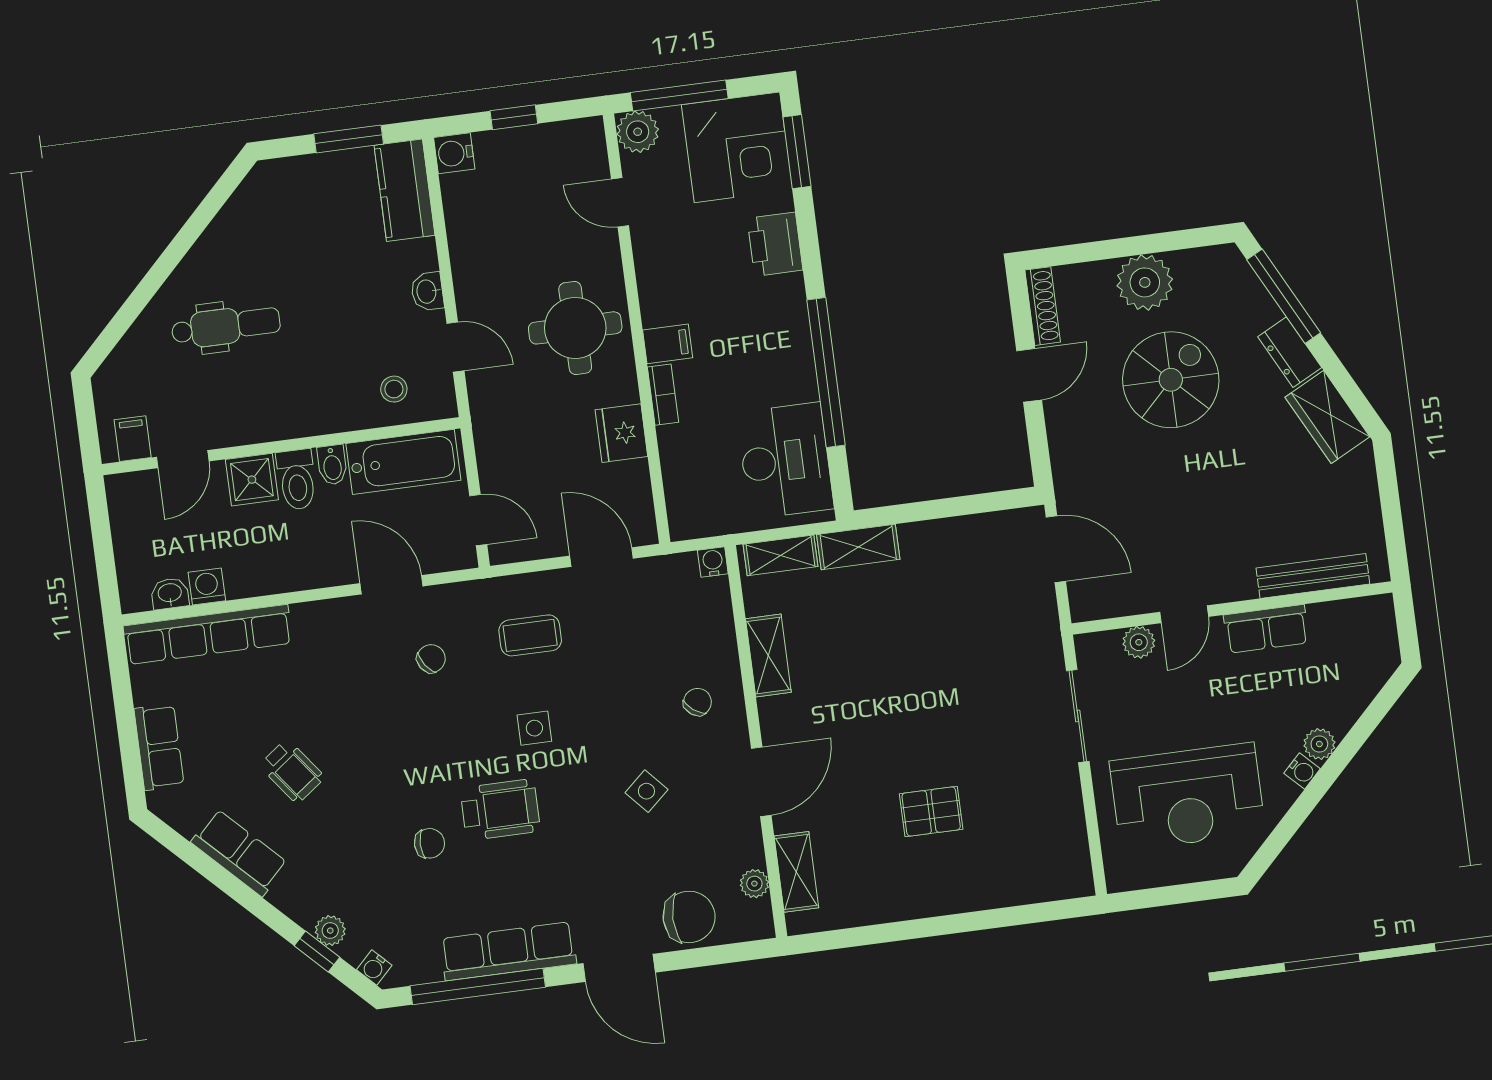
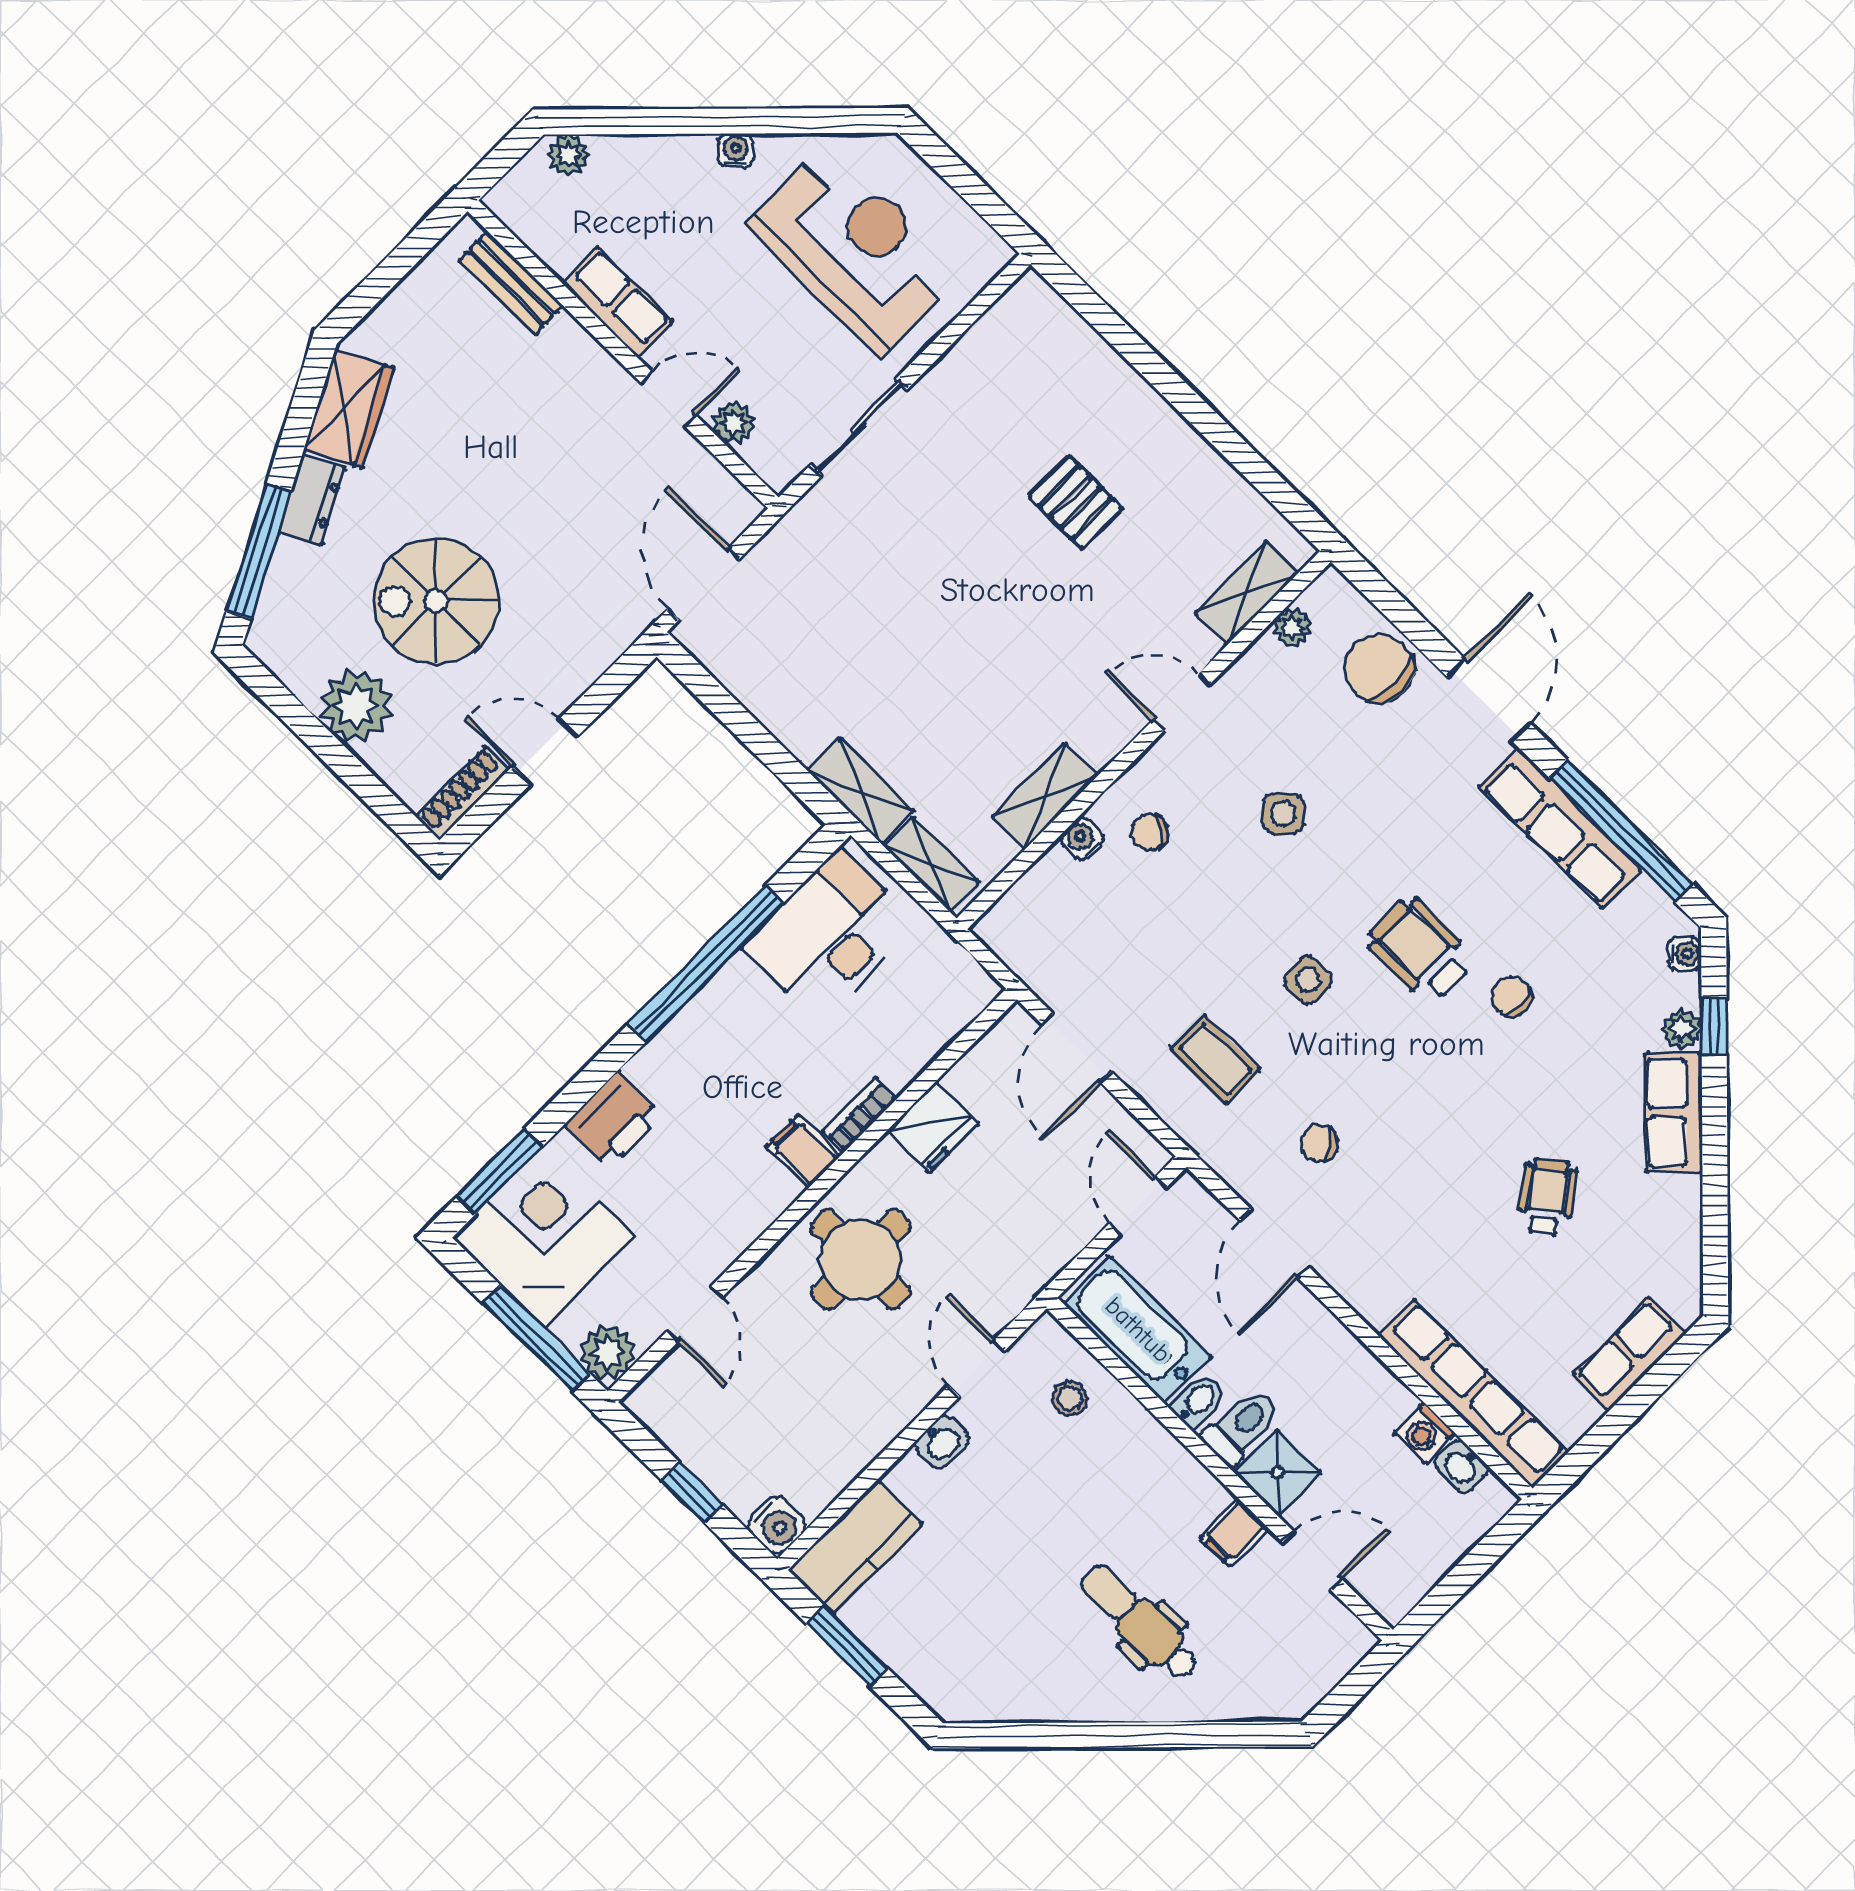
filing cabinet: (133, 439) -> (1234, 1533), moved
water cooler: (713, 562) -> (1082, 838), moved, turned 90
bench: (1313, 576) -> (511, 283), width x0.73
plant: (1319, 744) -> (569, 155), moved
door: (761, 782) -> (1181, 702), width x0.73
row of seats: (239, 853) -> (1674, 1113), moved

